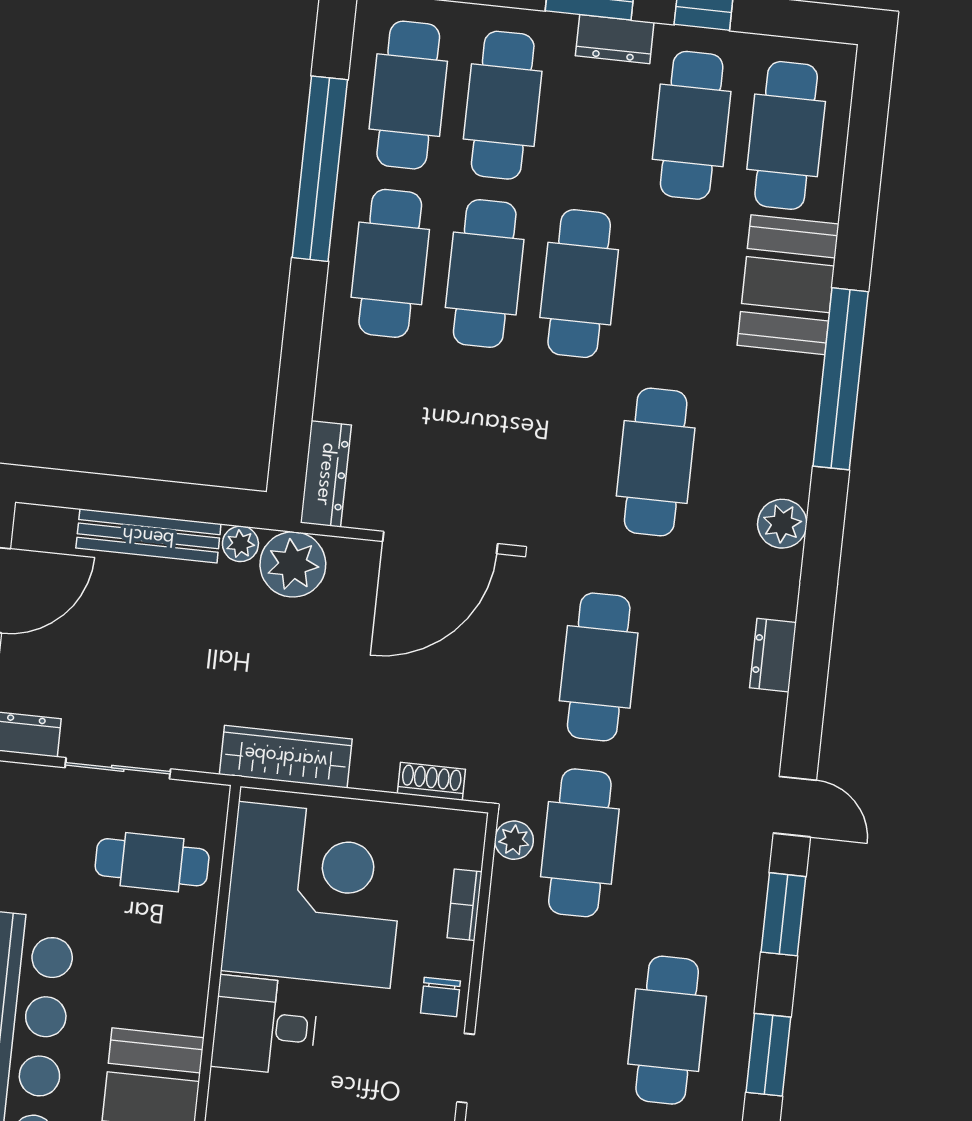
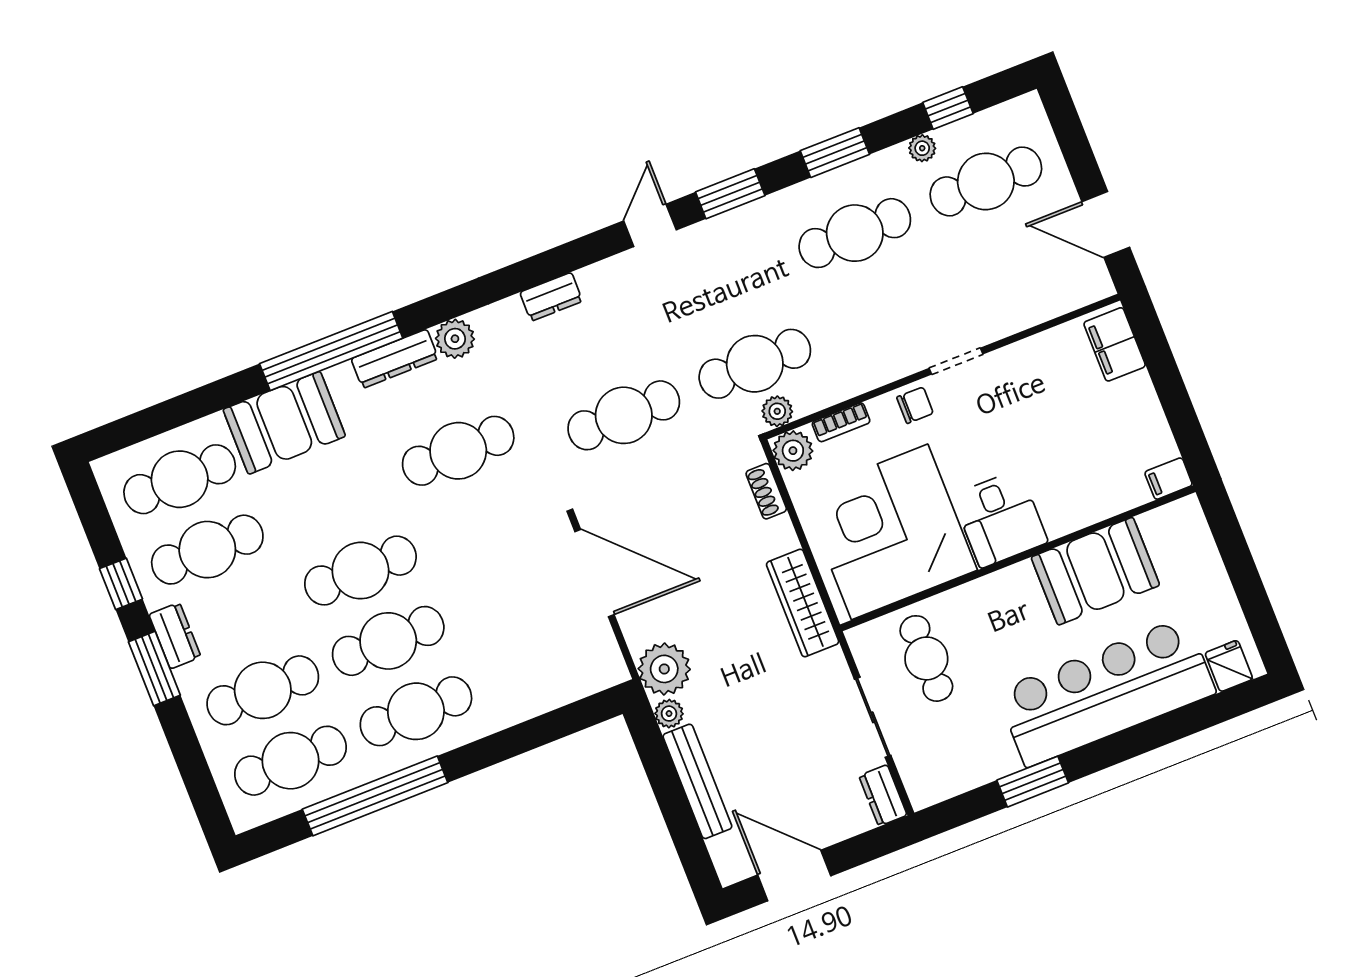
dresser: (326, 474) -> (395, 359), moved, turned 180
plant: (461, 835) -> (793, 451), added

